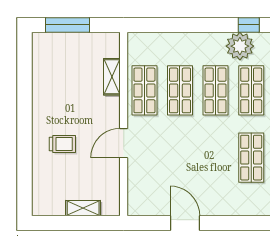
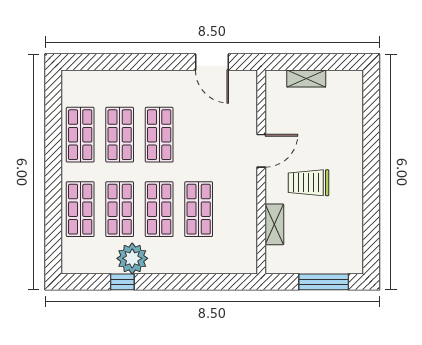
shop shelf: (144, 90) -> (159, 135), moved
trolley: (62, 144) -> (309, 183), moved, width x1.36, depth x1.39
door: (185, 223) -> (212, 62), moved

